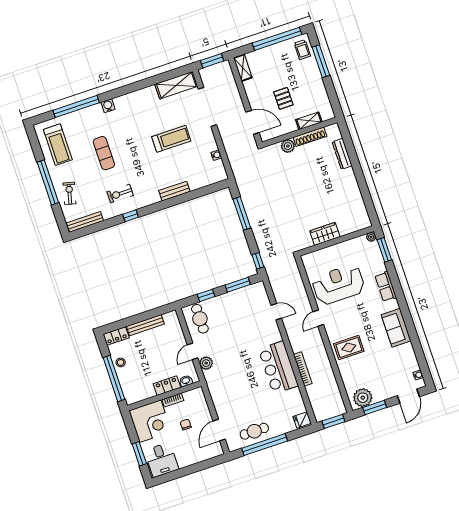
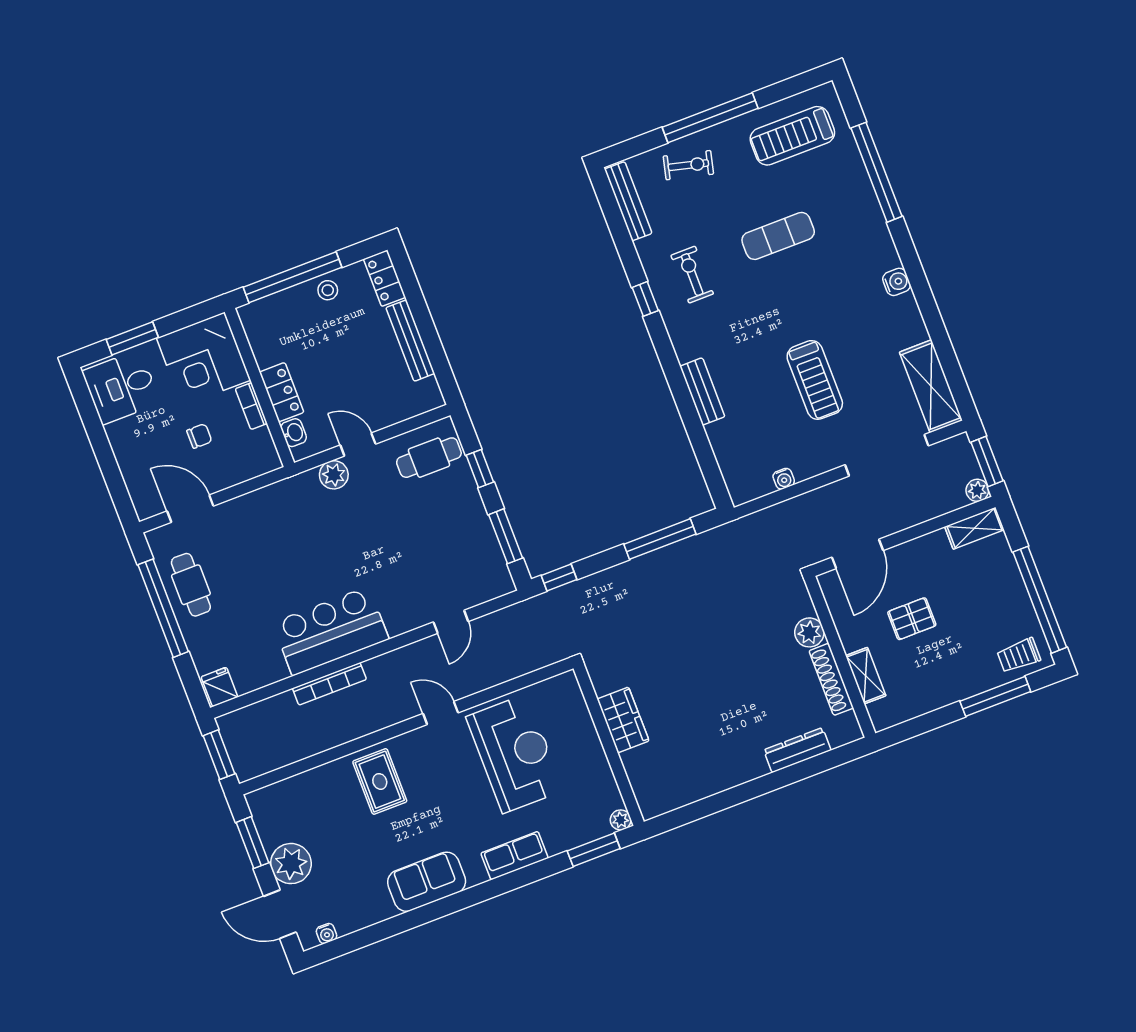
plant: (225, 66) -> (977, 490), added
water cooler: (108, 106) -> (897, 282), moved
plant: (363, 398) -> (291, 864), moved

